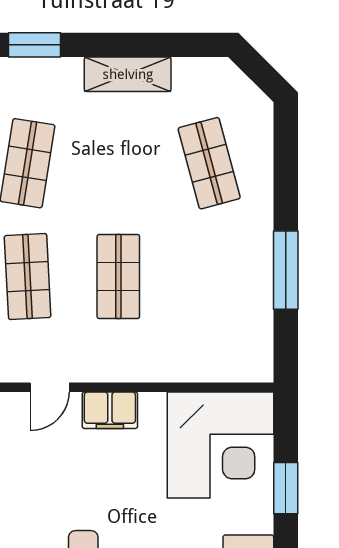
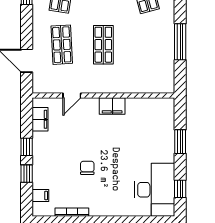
filing cabinet: (110, 410) -> (112, 106), moved
corner desk: (221, 445) -> (150, 122), removed

